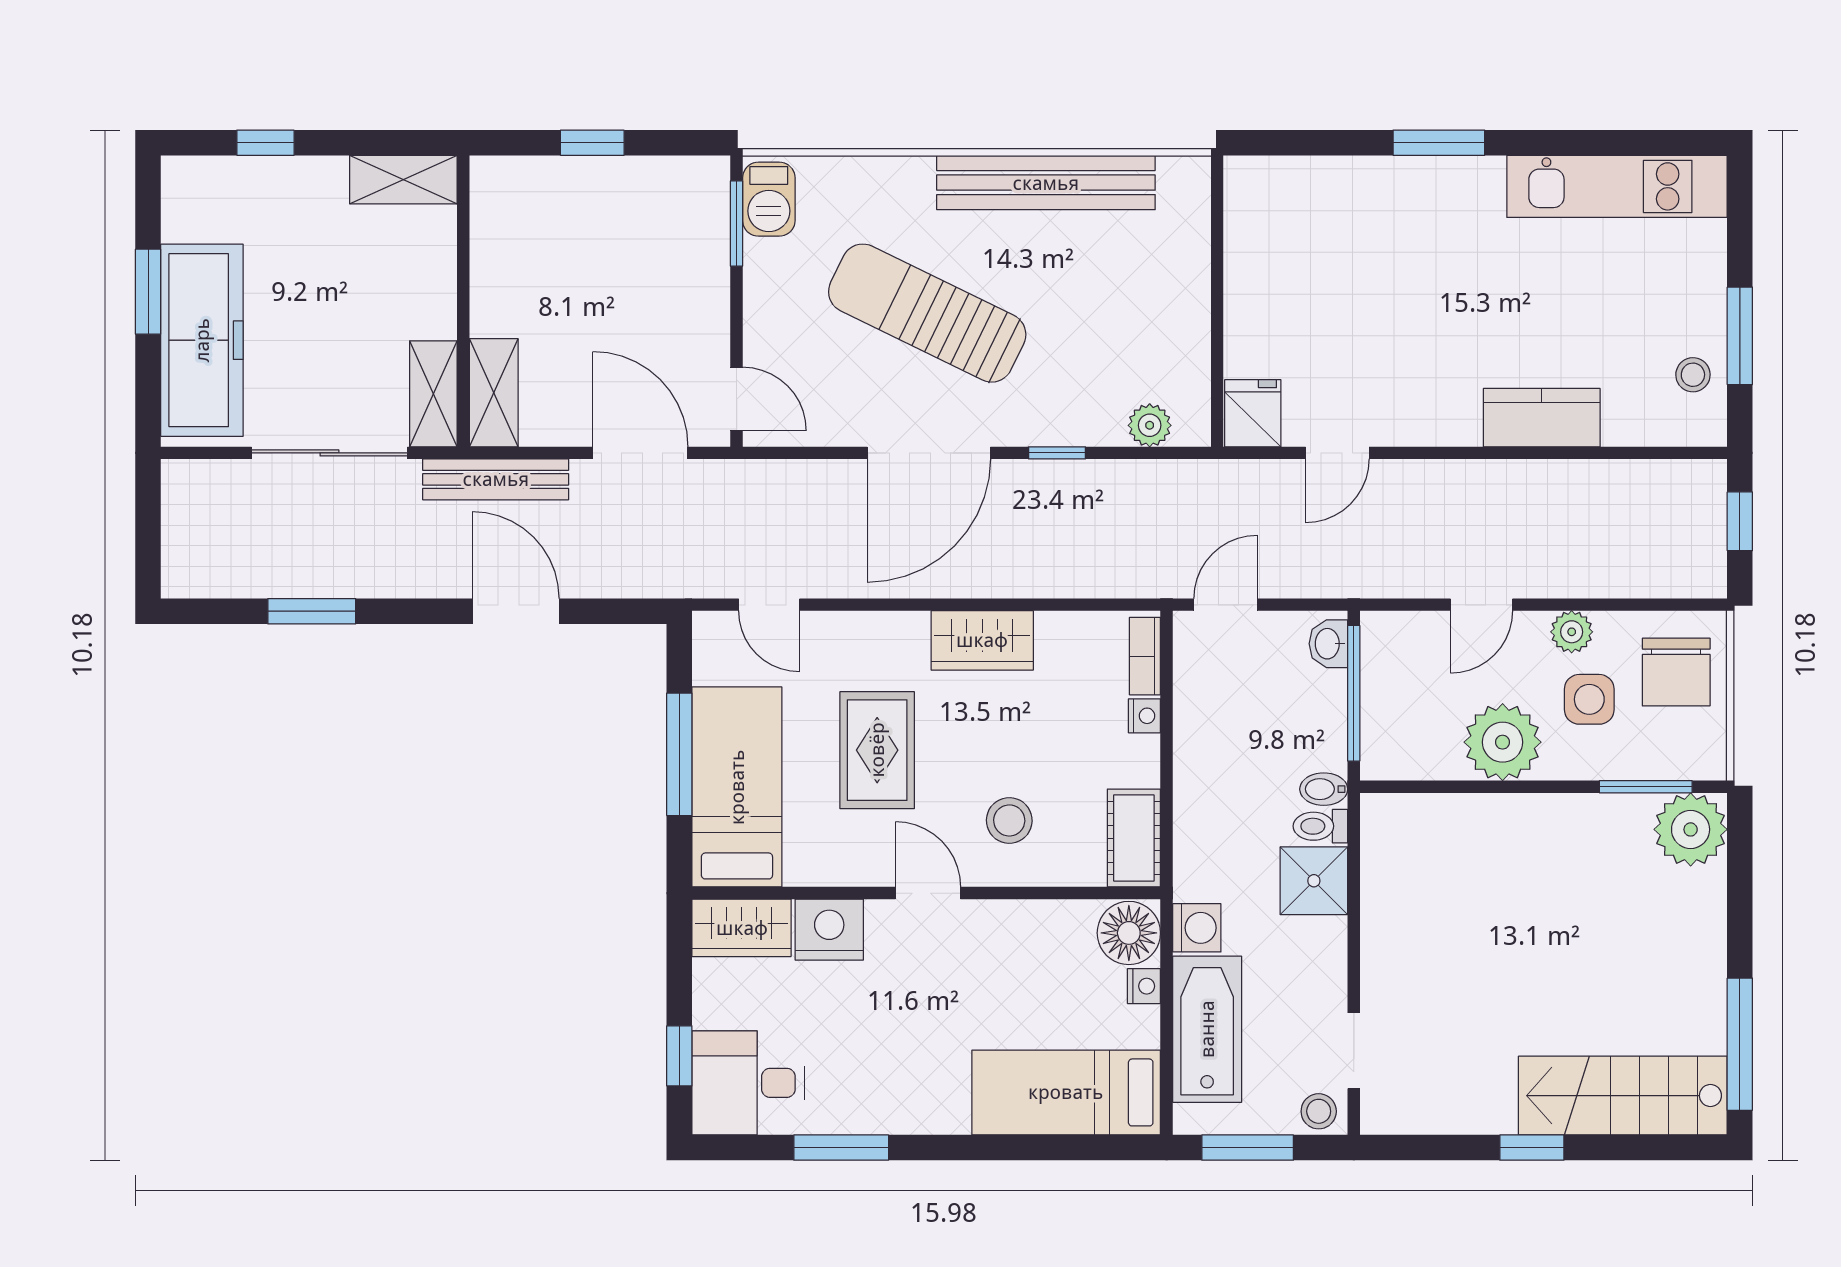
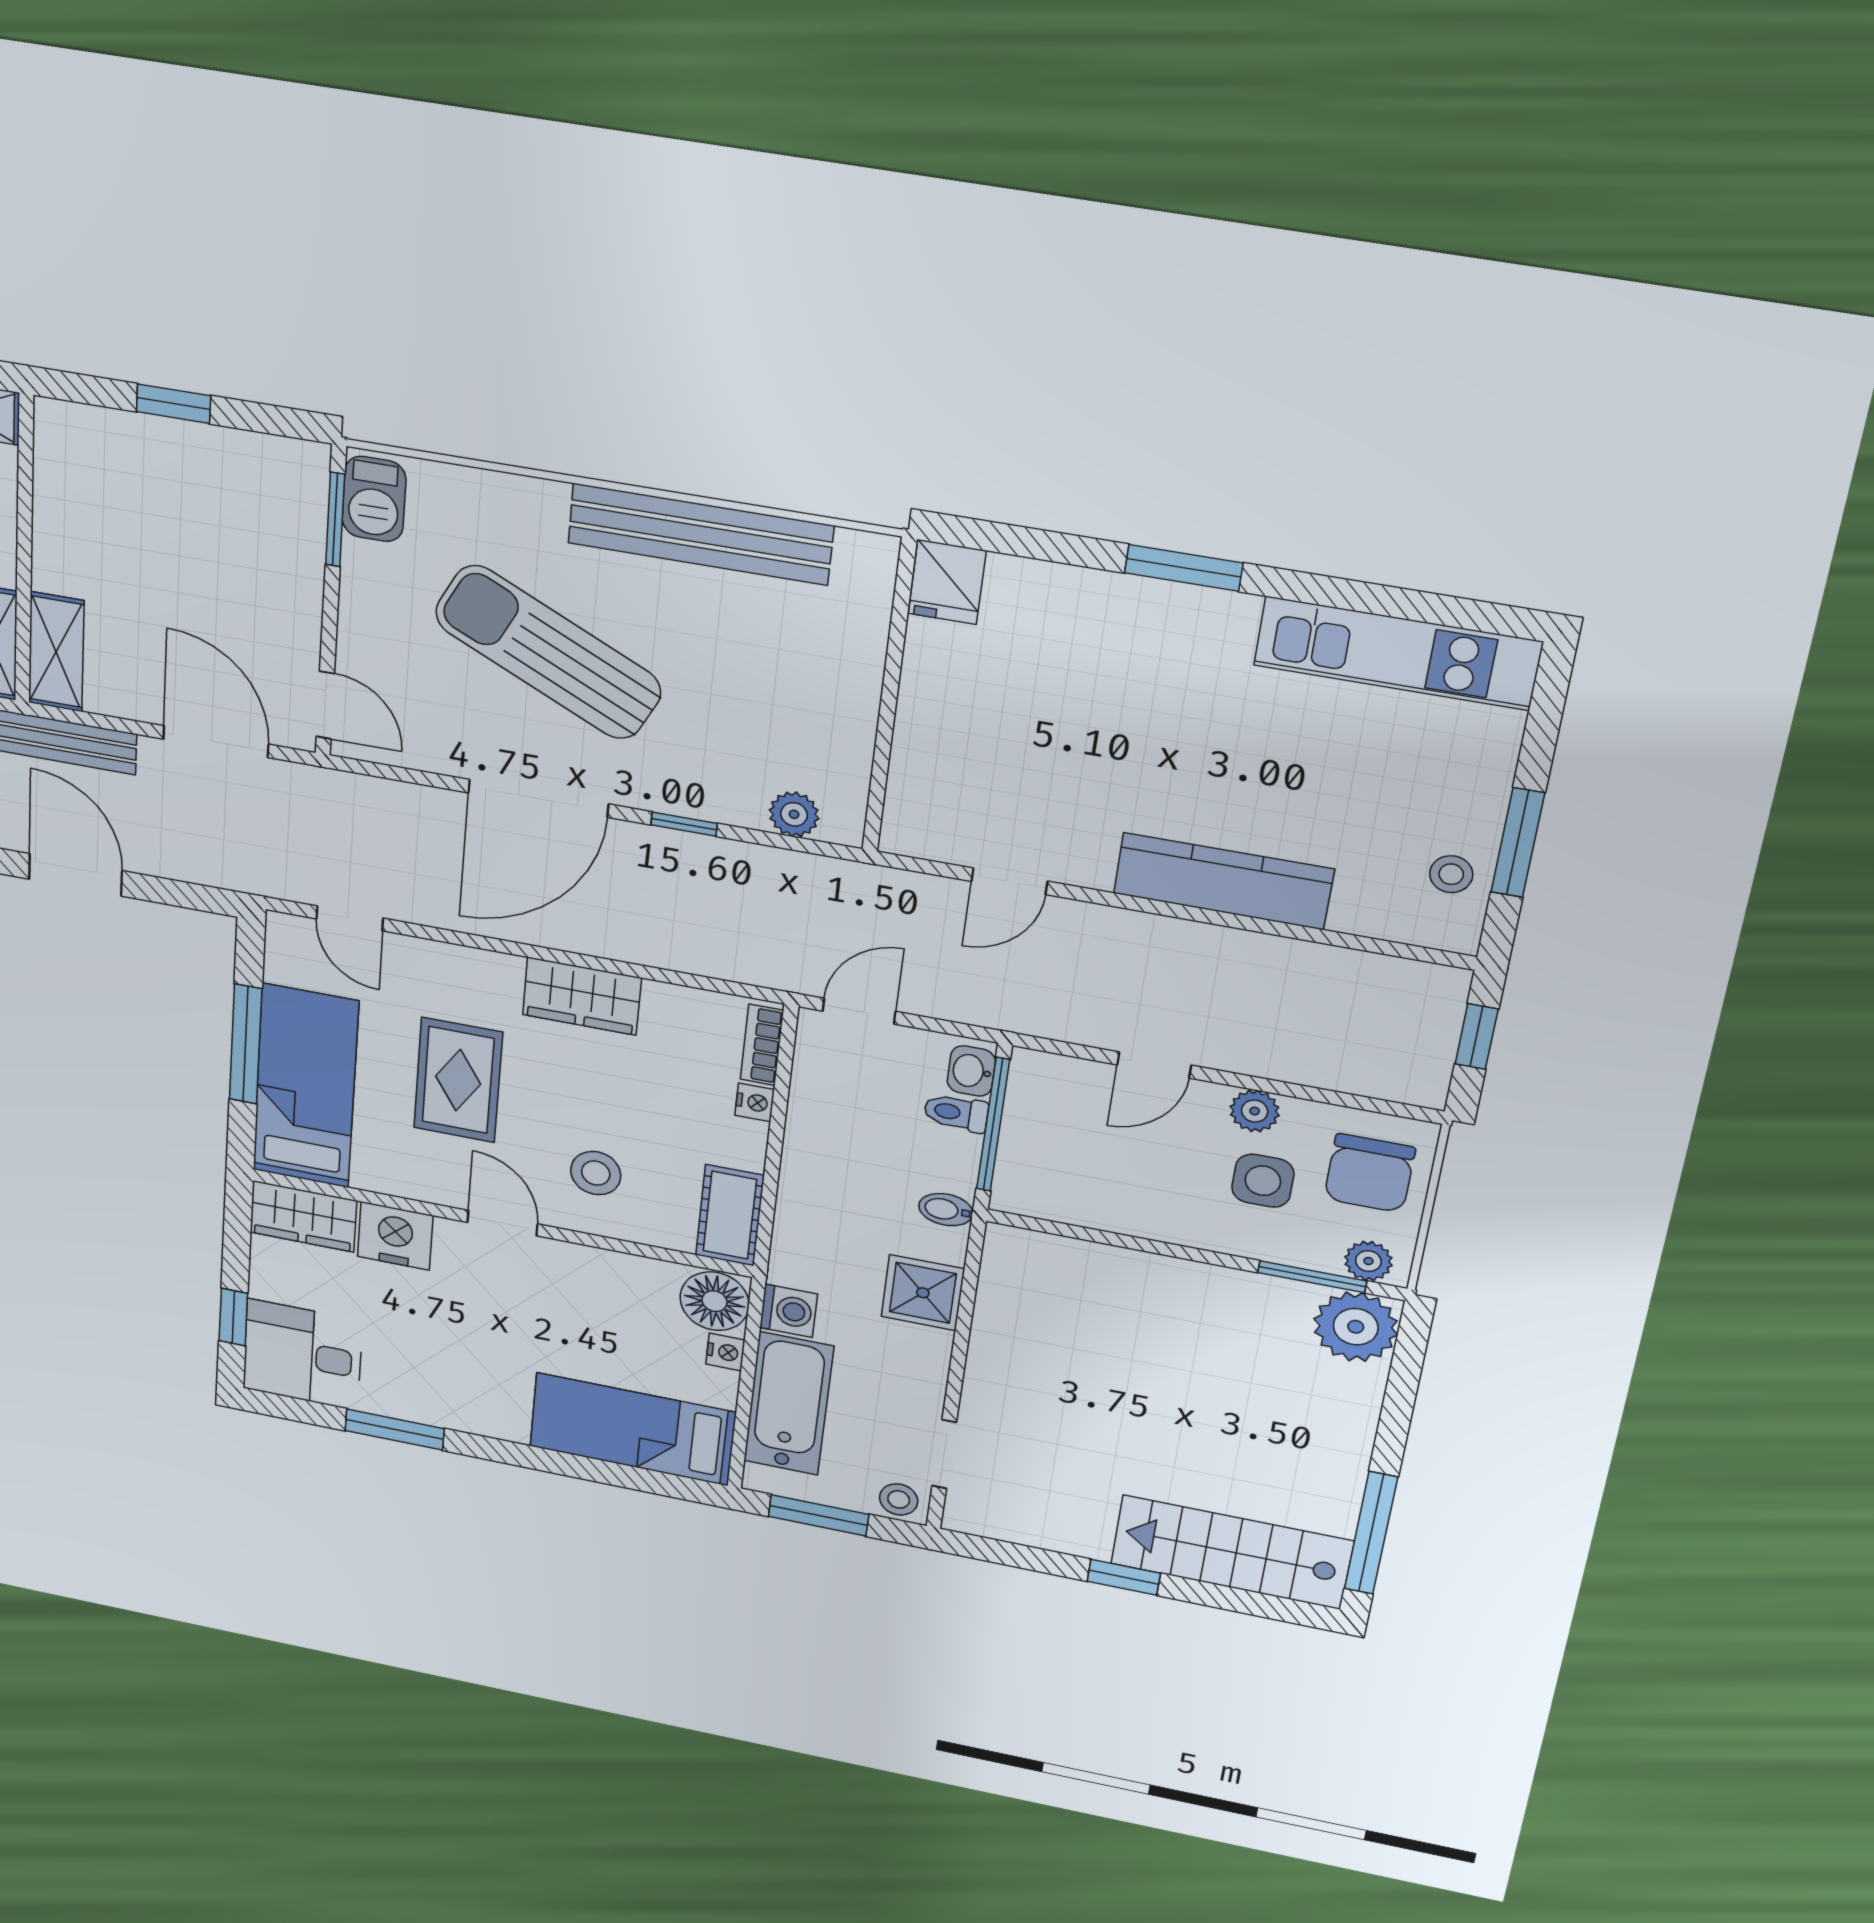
fridge: (1253, 413) -> (947, 582), moved, turned 180
kitchen counter: (1542, 418) -> (1223, 881), width x1.50
plant: (1503, 742) -> (1368, 1261), moved, width x0.53, depth x0.53
toilet: (1320, 826) -> (956, 1113), moved

